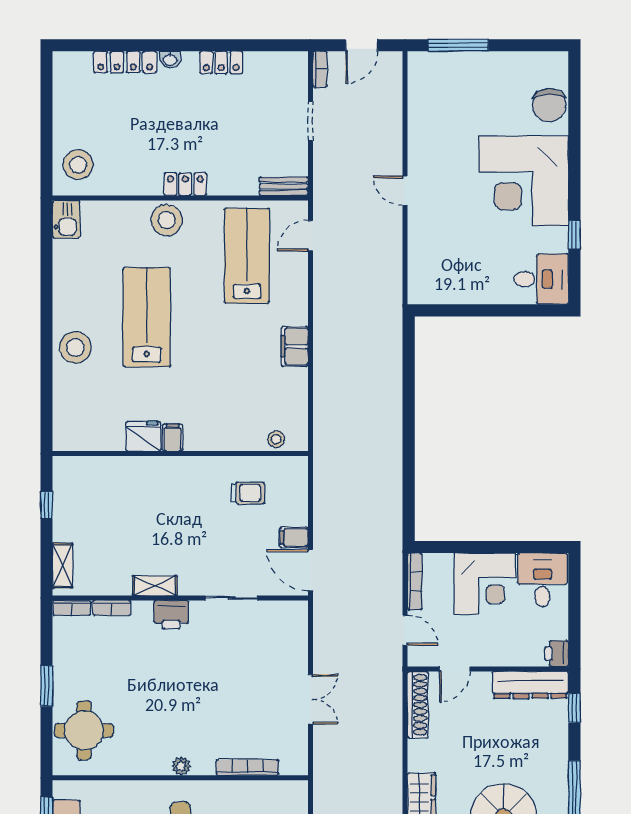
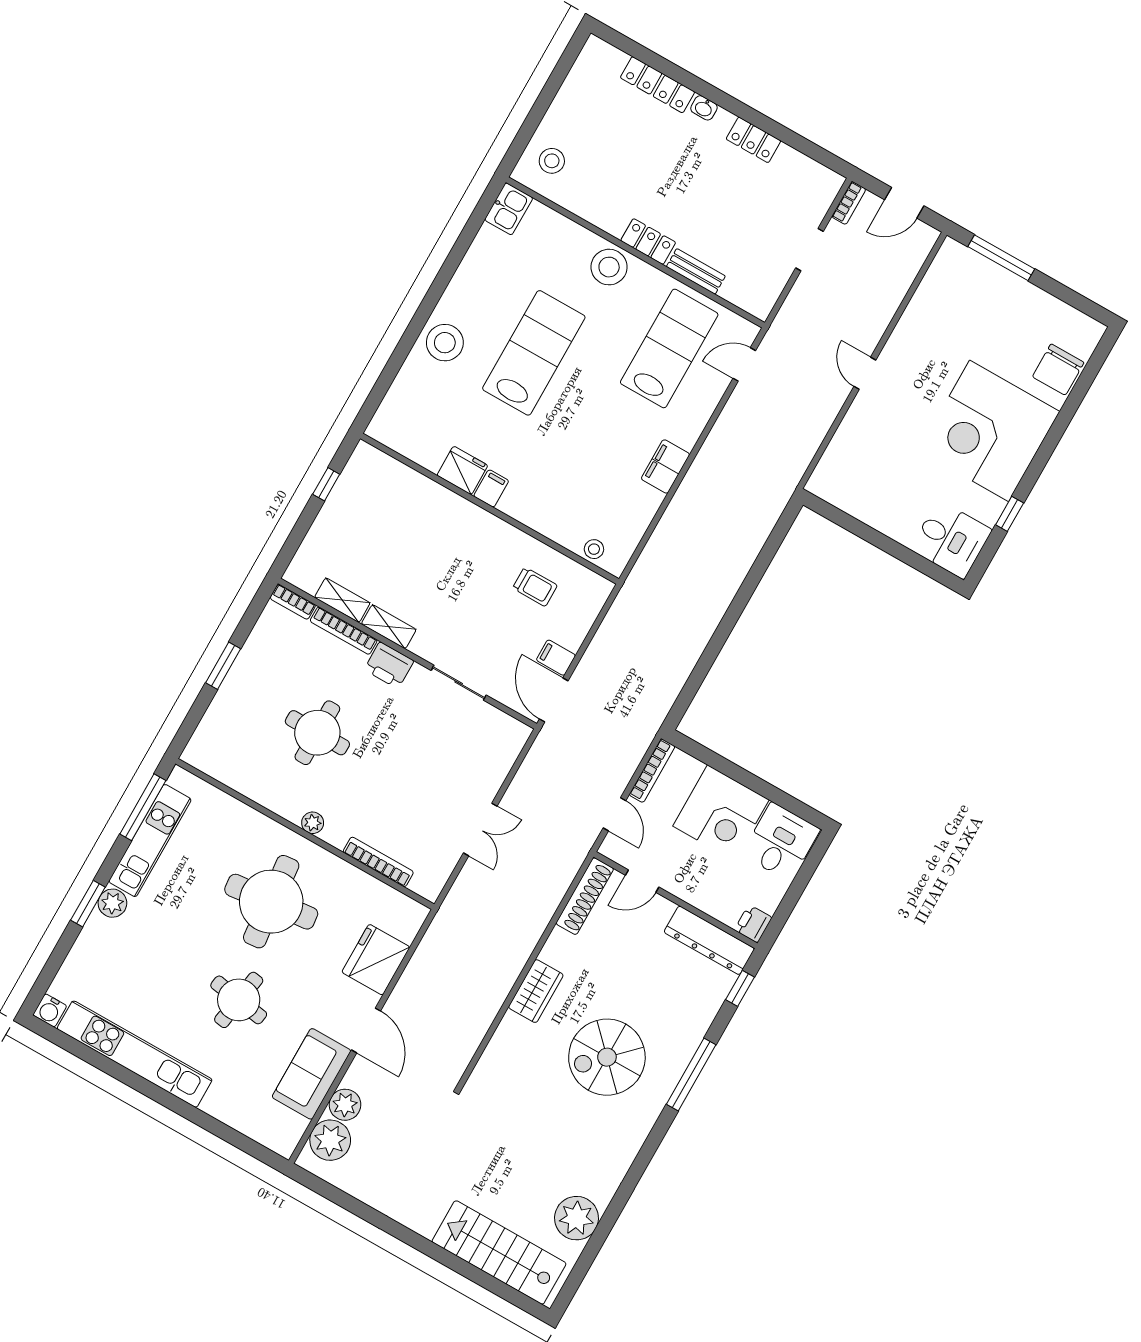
stool: (78, 165) -> (552, 161), width x0.73, depth x0.73
bench: (284, 186) -> (696, 271), moved
shelving: (62, 566) -> (342, 600), moved, turned 90
bookcase: (112, 608) -> (344, 631), width x1.56
round table: (84, 730) -> (317, 733), moved

